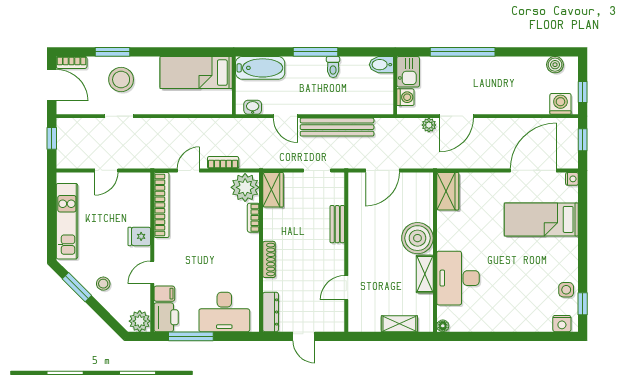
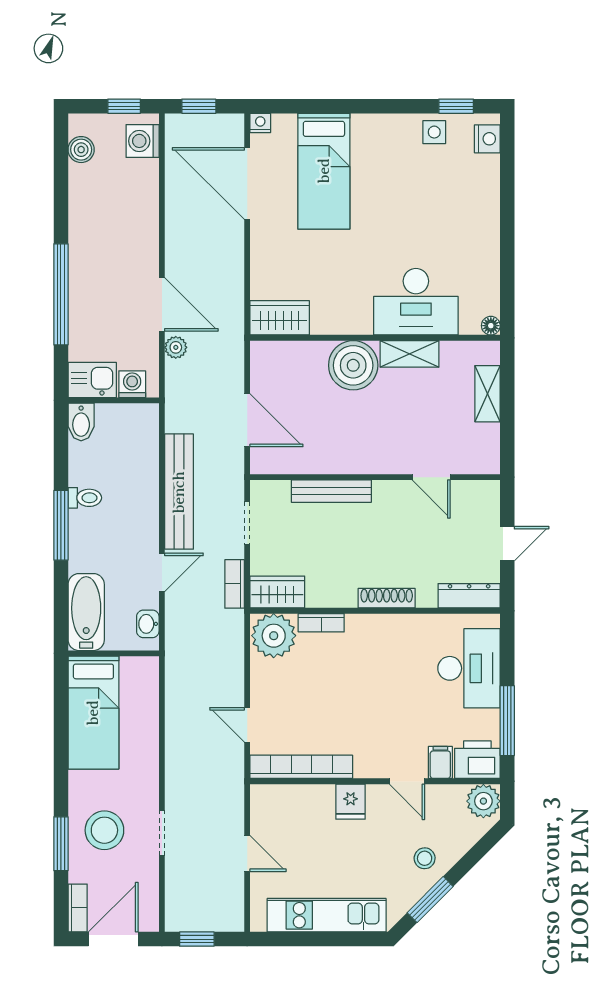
bookcase: (223, 162) -> (235, 584), moved
bench: (337, 224) -> (331, 491), width x1.36

